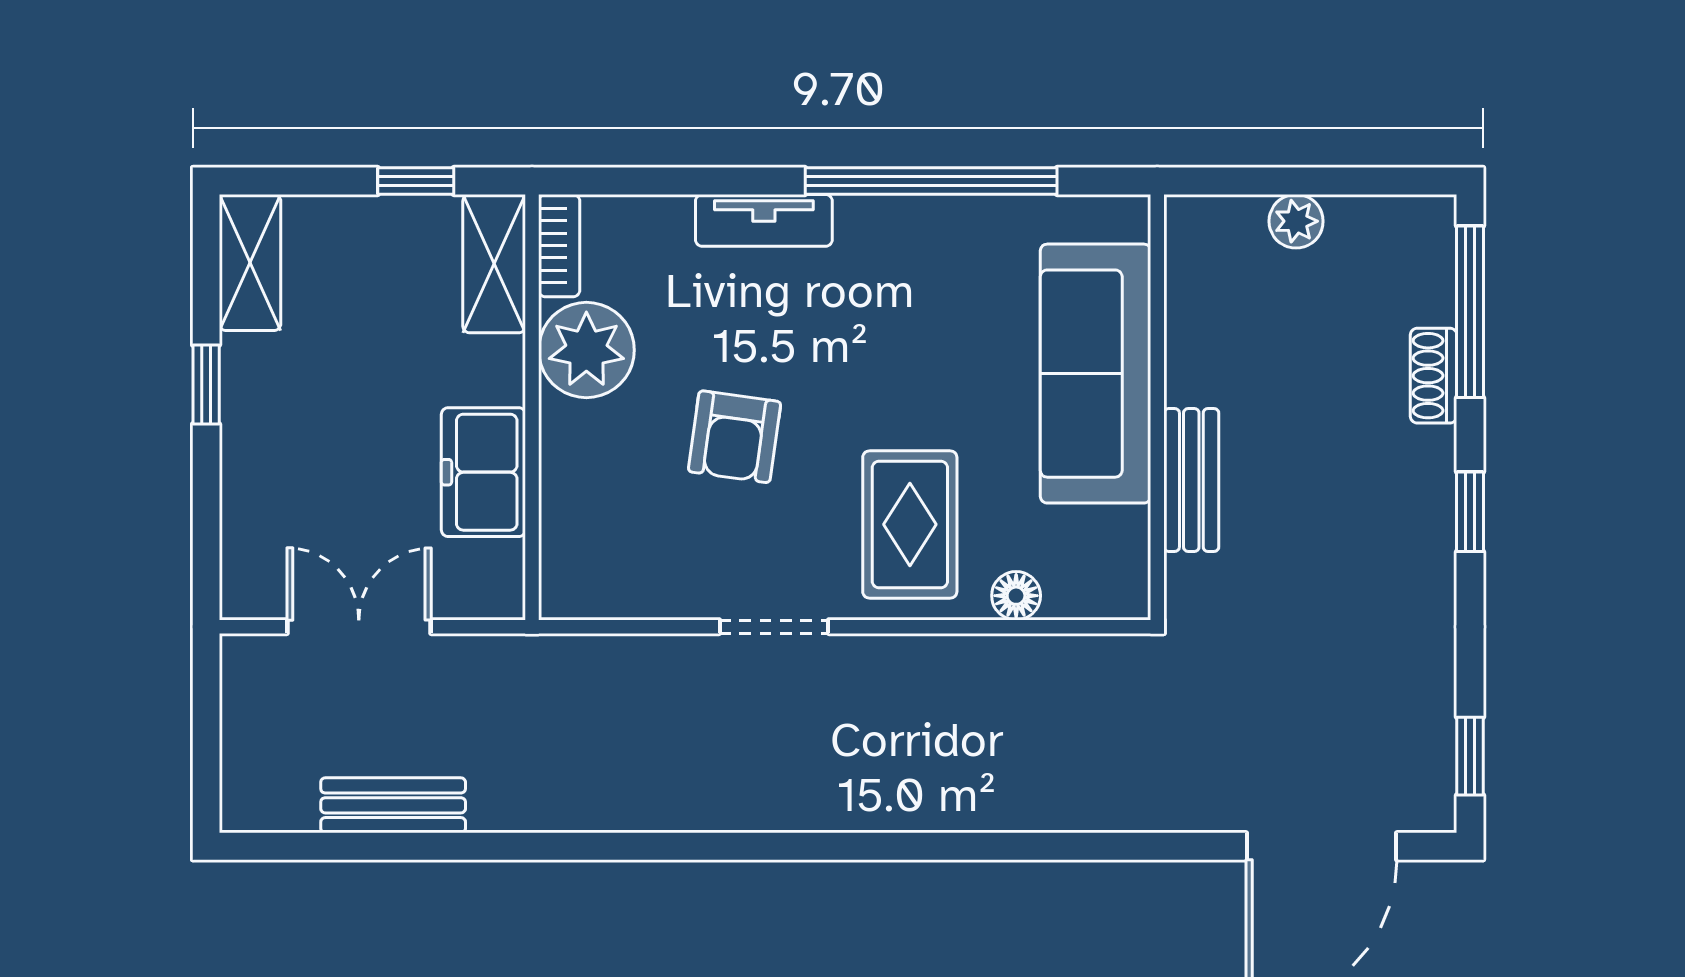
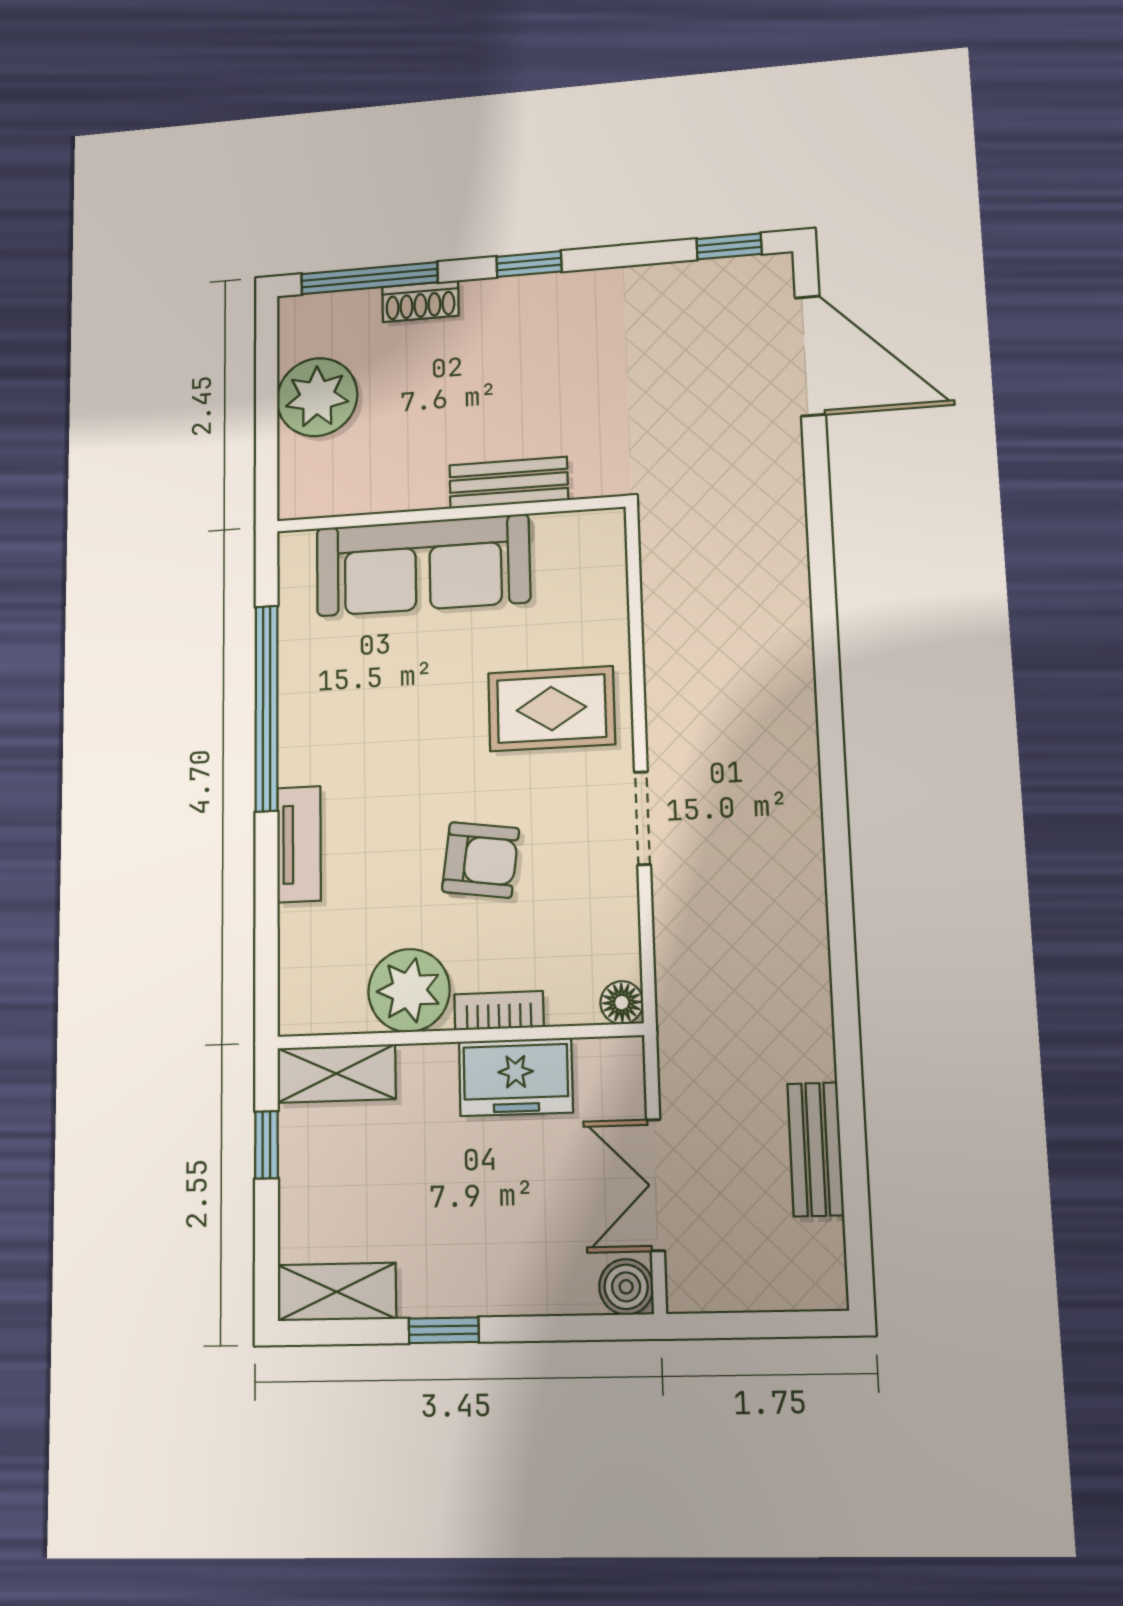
plant: (1296, 221) -> (317, 397), width x1.88, depth x1.88
bookcase: (559, 246) -> (499, 1011), moved
boiler: (249, 590) -> (626, 1287), added
floor lamp: (1016, 596) -> (622, 1003), moved

